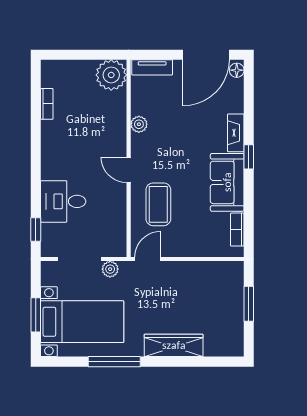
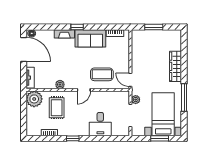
rug: (94, 118) -> (57, 108), added
window: (36, 229) -> (73, 138), moved

